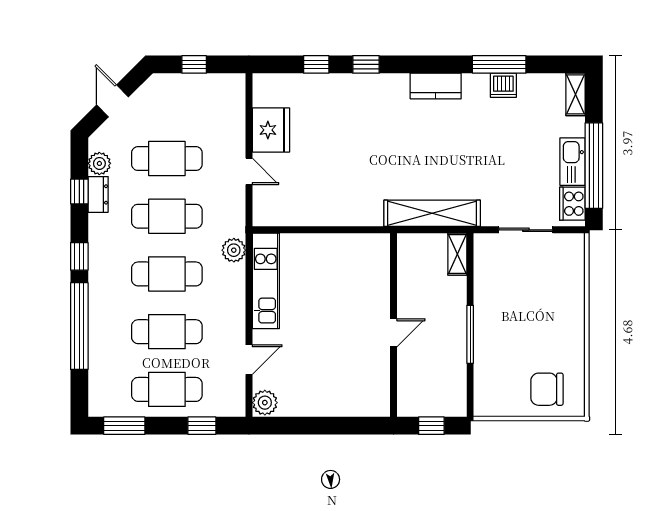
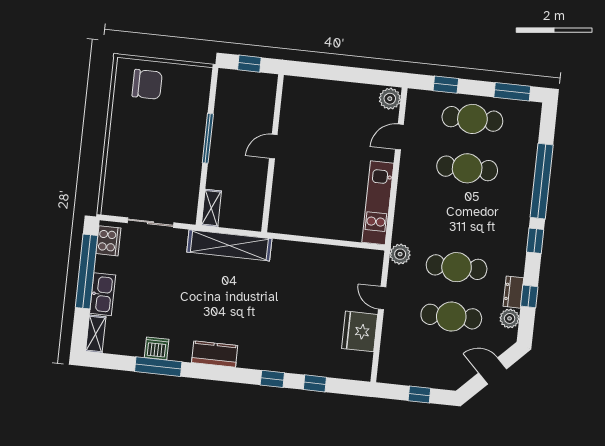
door: (112, 101) -> (493, 371), swing flipped
kitchen sink: (572, 162) -> (103, 294), moved
plant: (234, 250) -> (400, 254), moved
cafe table: (167, 274) -> (462, 218), removed

